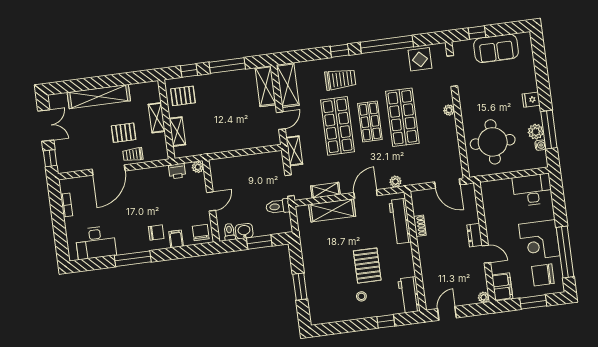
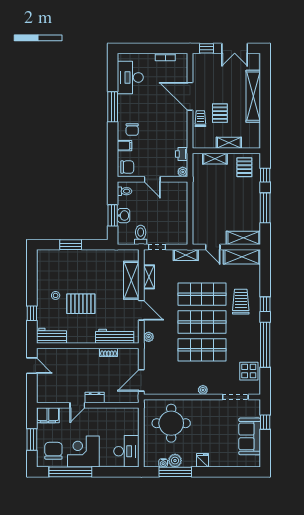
trolley: (340, 79) -> (241, 302), turned 180
shop shelf: (370, 122) -> (202, 322), width x1.43, depth x1.36
washbasin: (244, 231) -> (124, 216), moved
plant: (484, 297) -> (41, 398), removed

